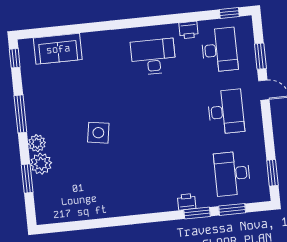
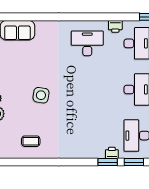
coffee table: (91, 196) -> (31, 141), added
printer: (187, 202) -> (112, 153), moved

